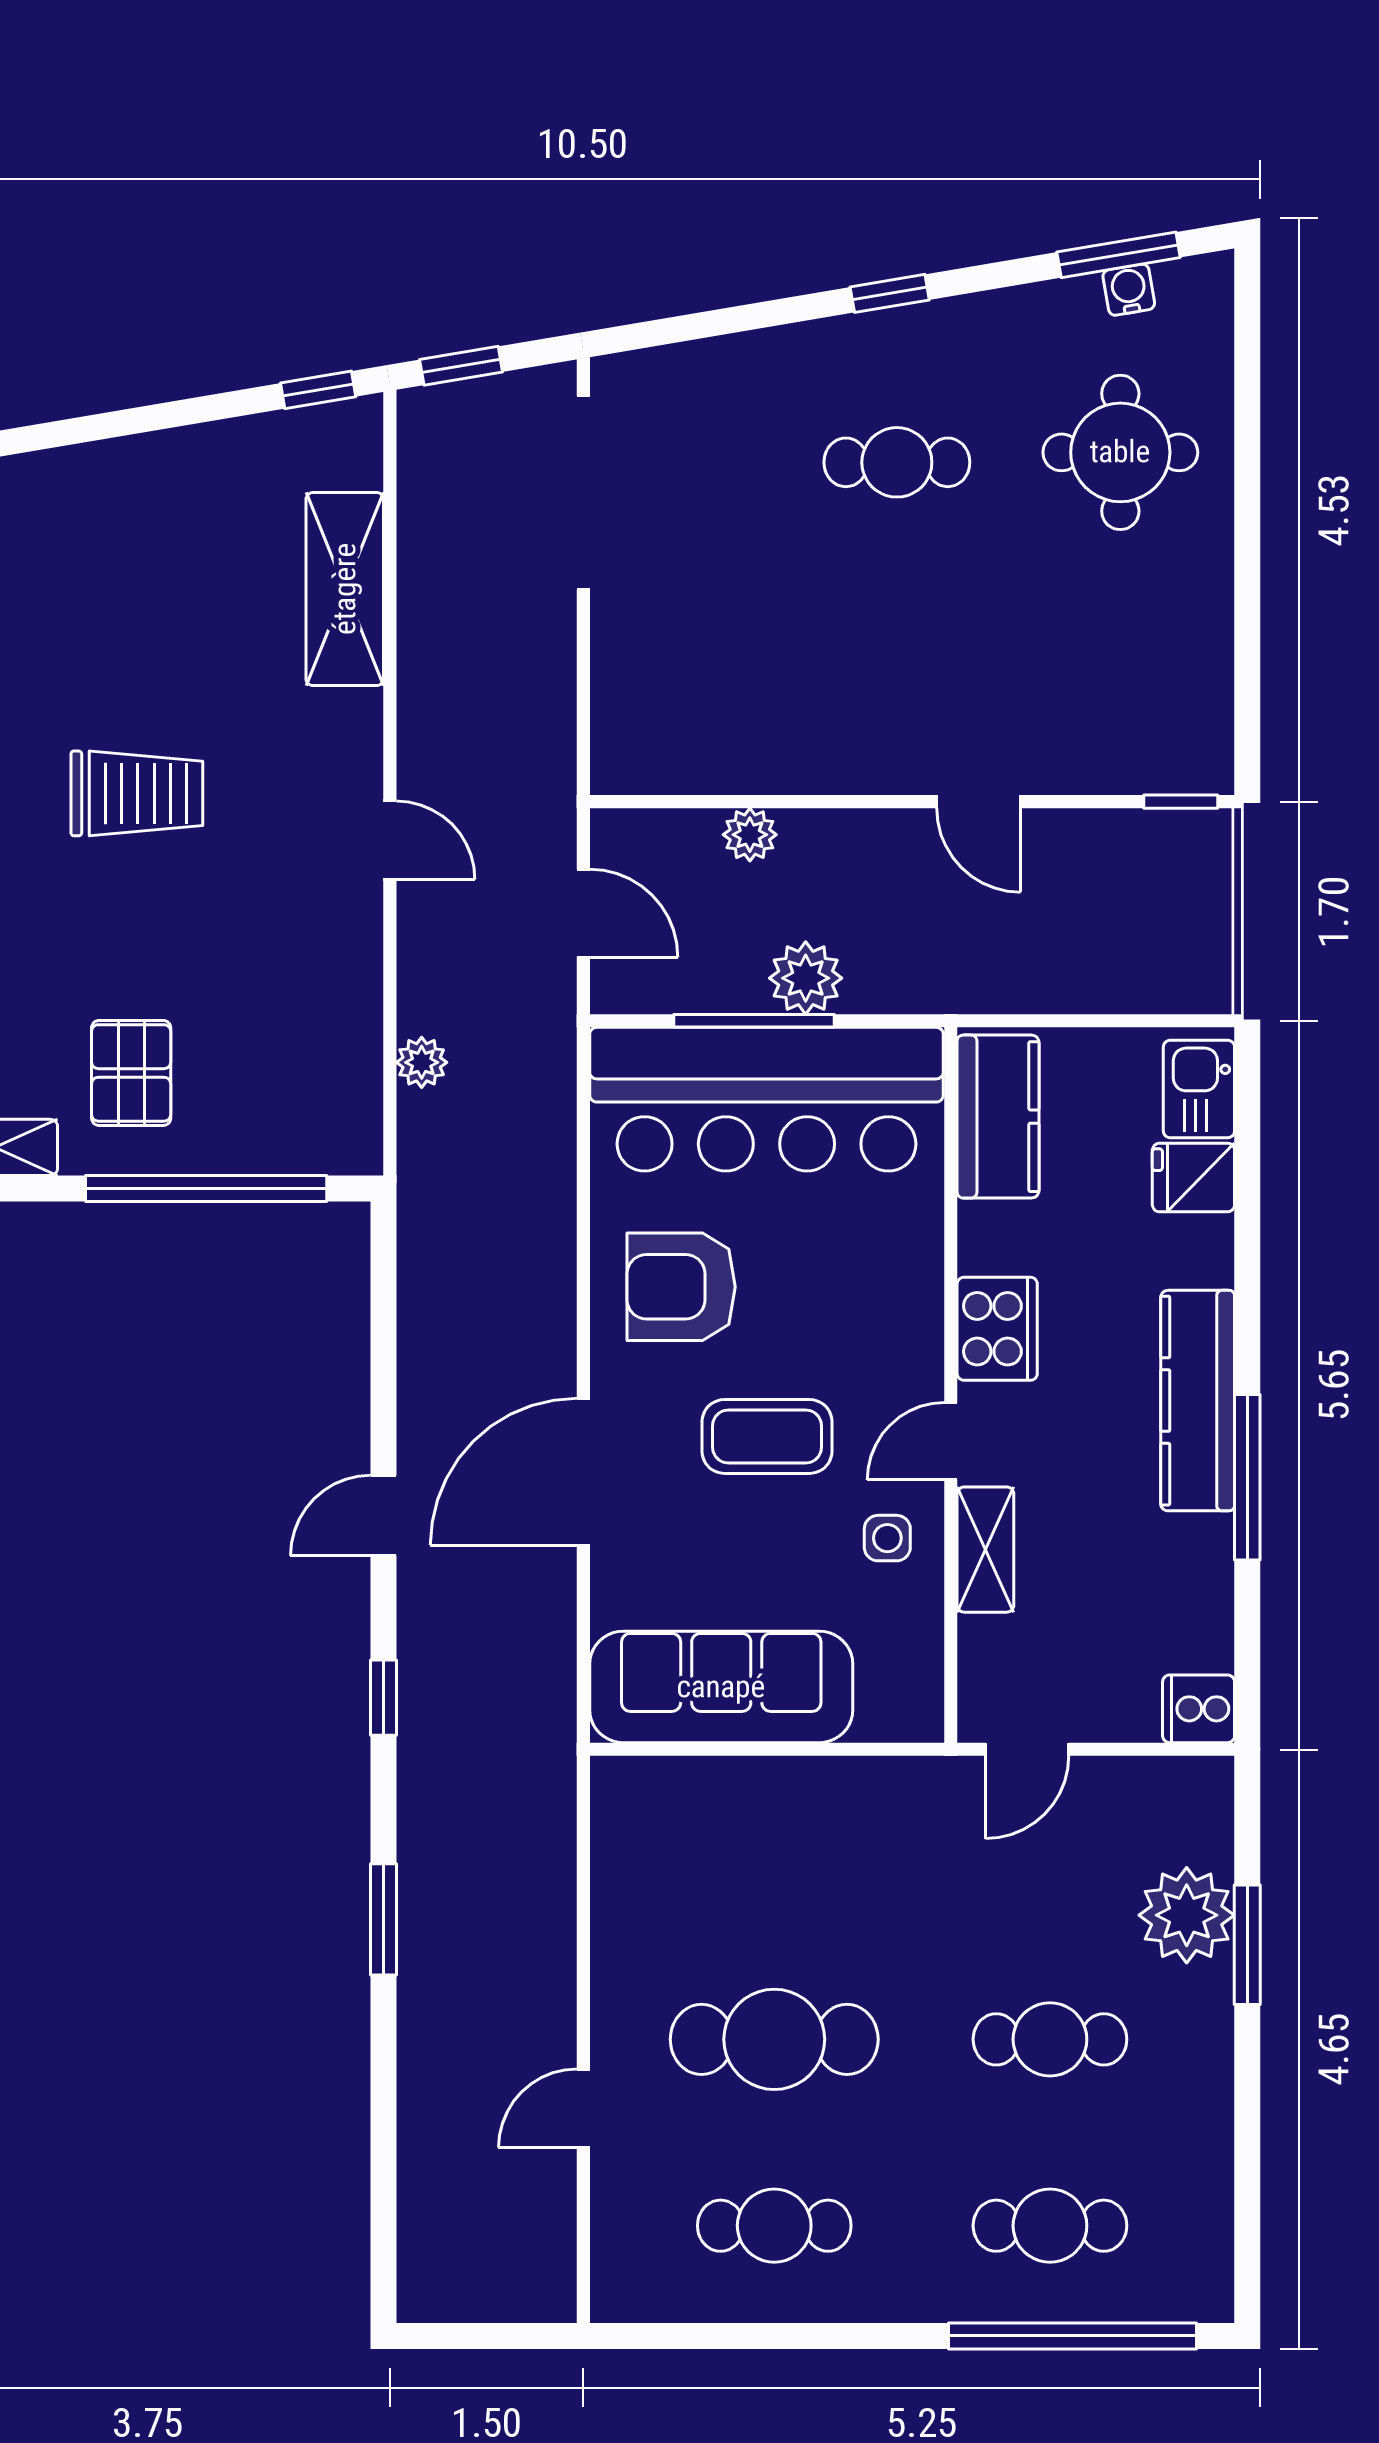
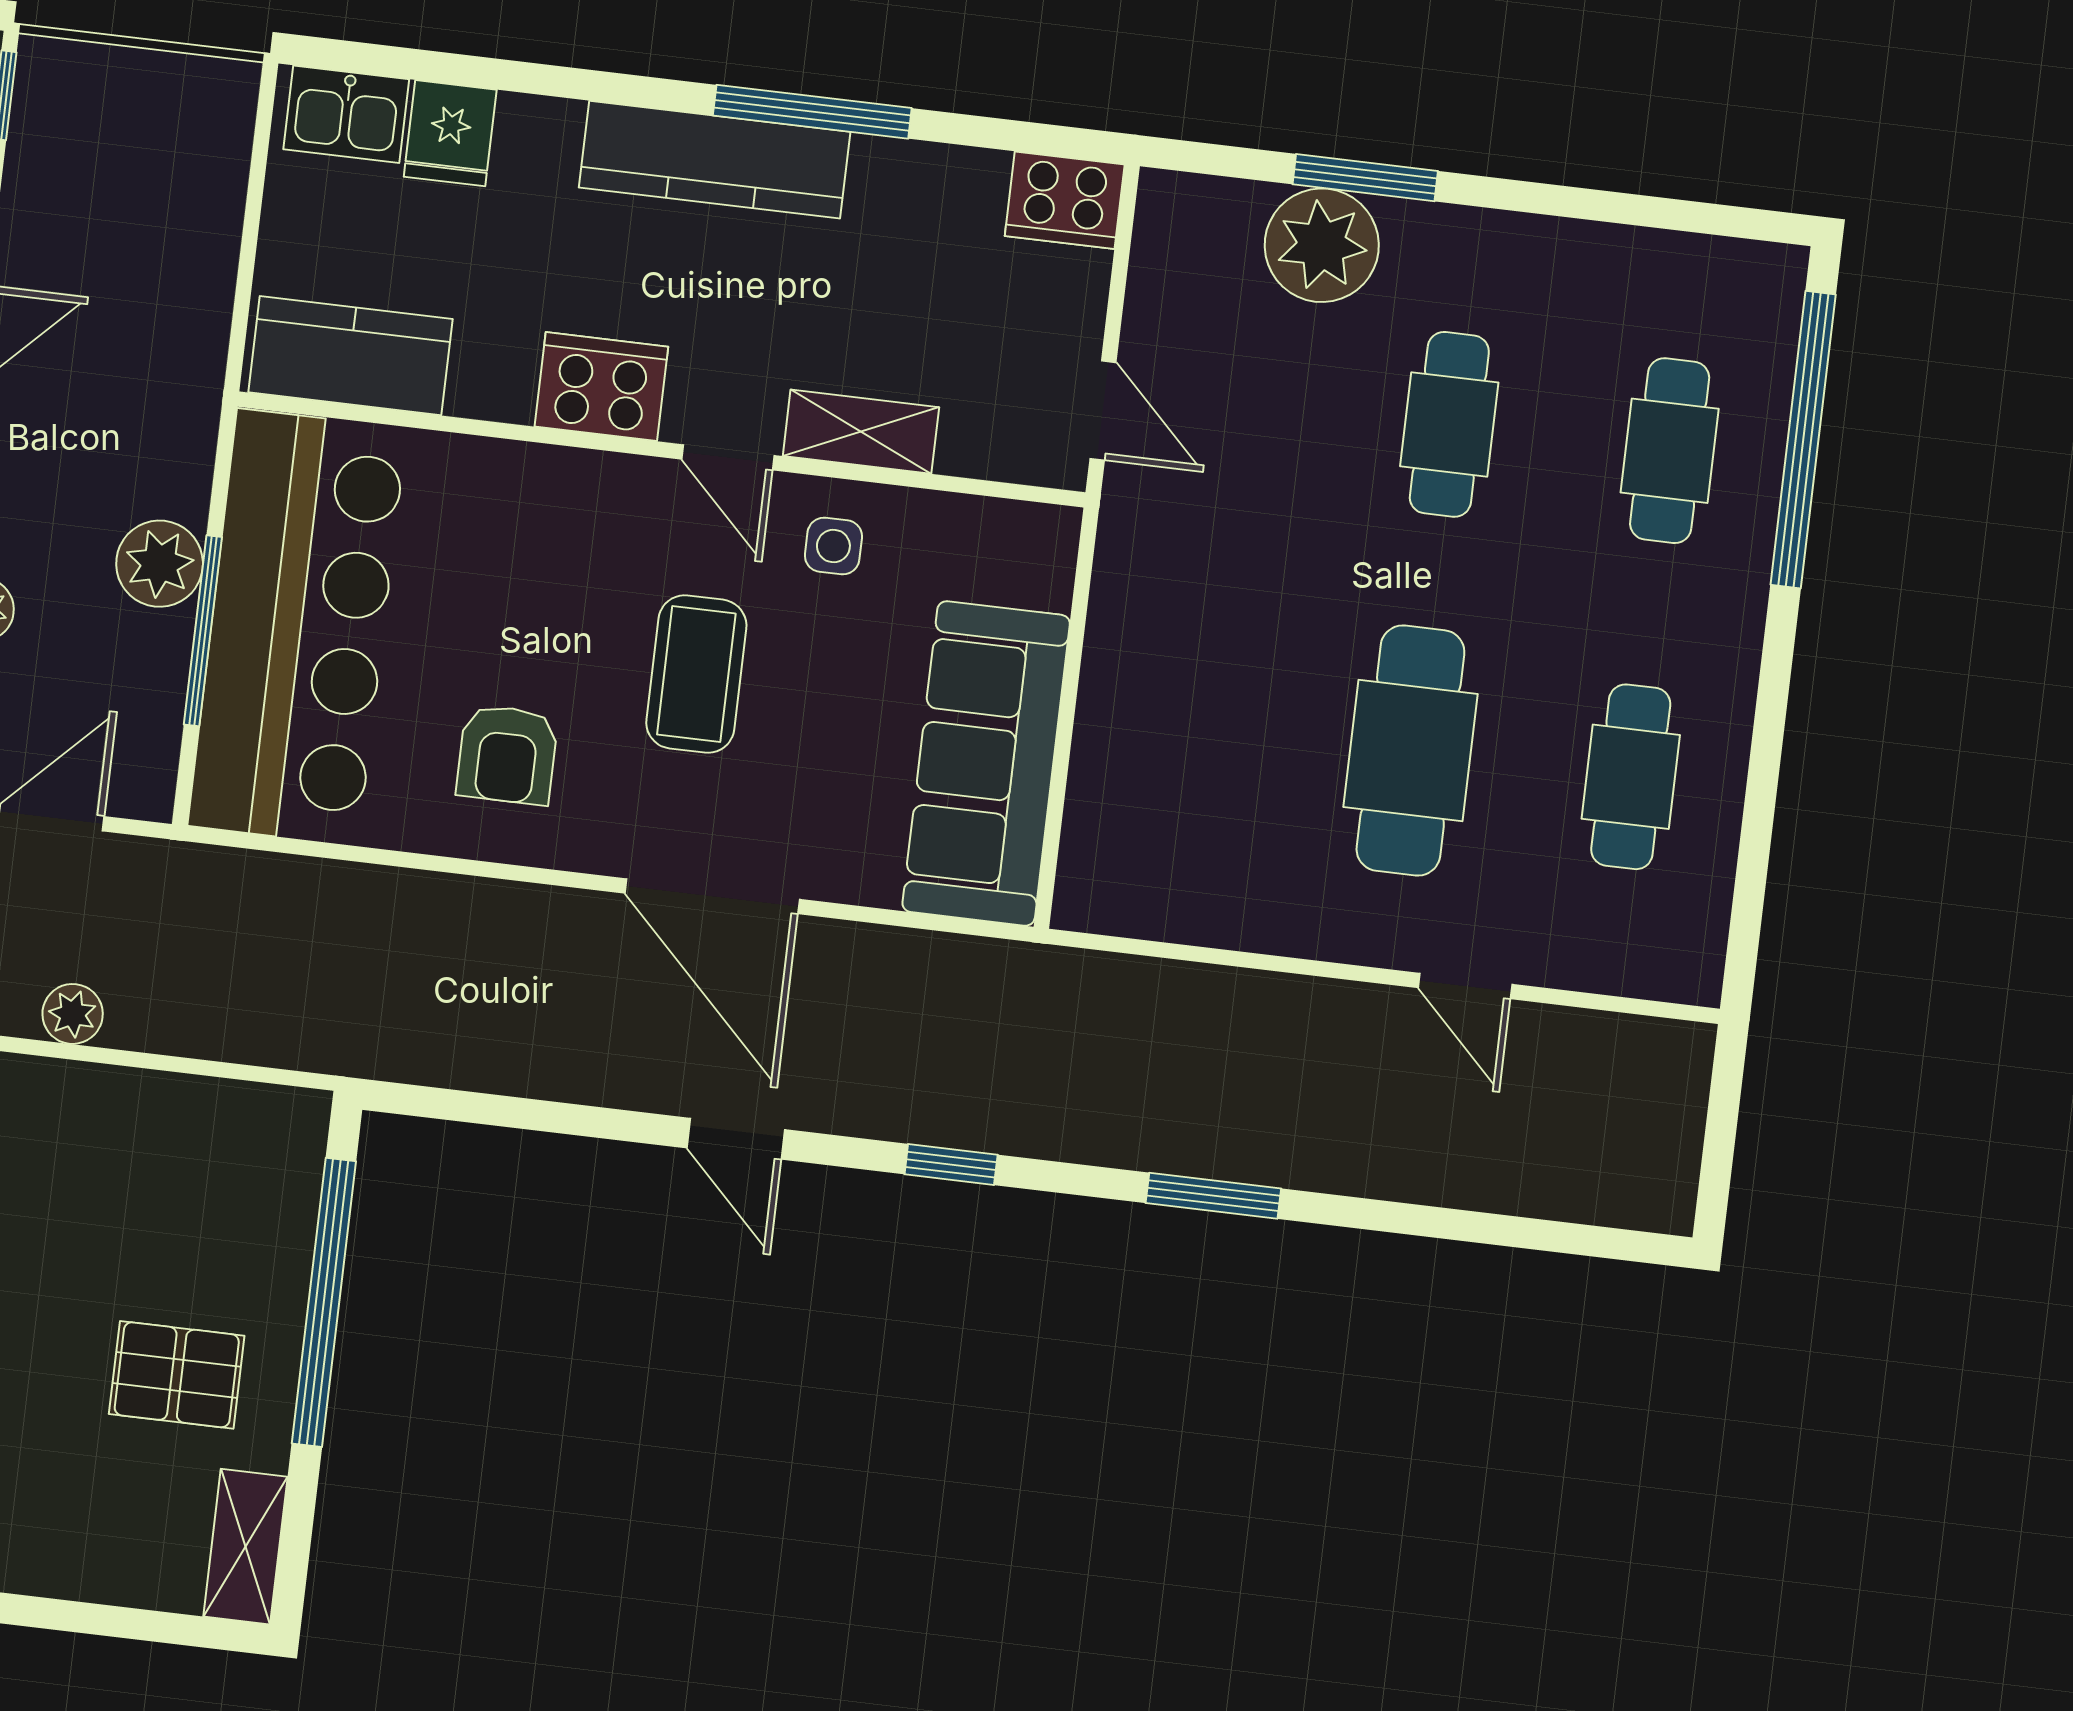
plant: (422, 1062) -> (73, 1014), moved
armchair: (681, 1287) -> (507, 755), width x0.72, depth x0.72
cooker: (1199, 1709) -> (1065, 200), width x1.36

